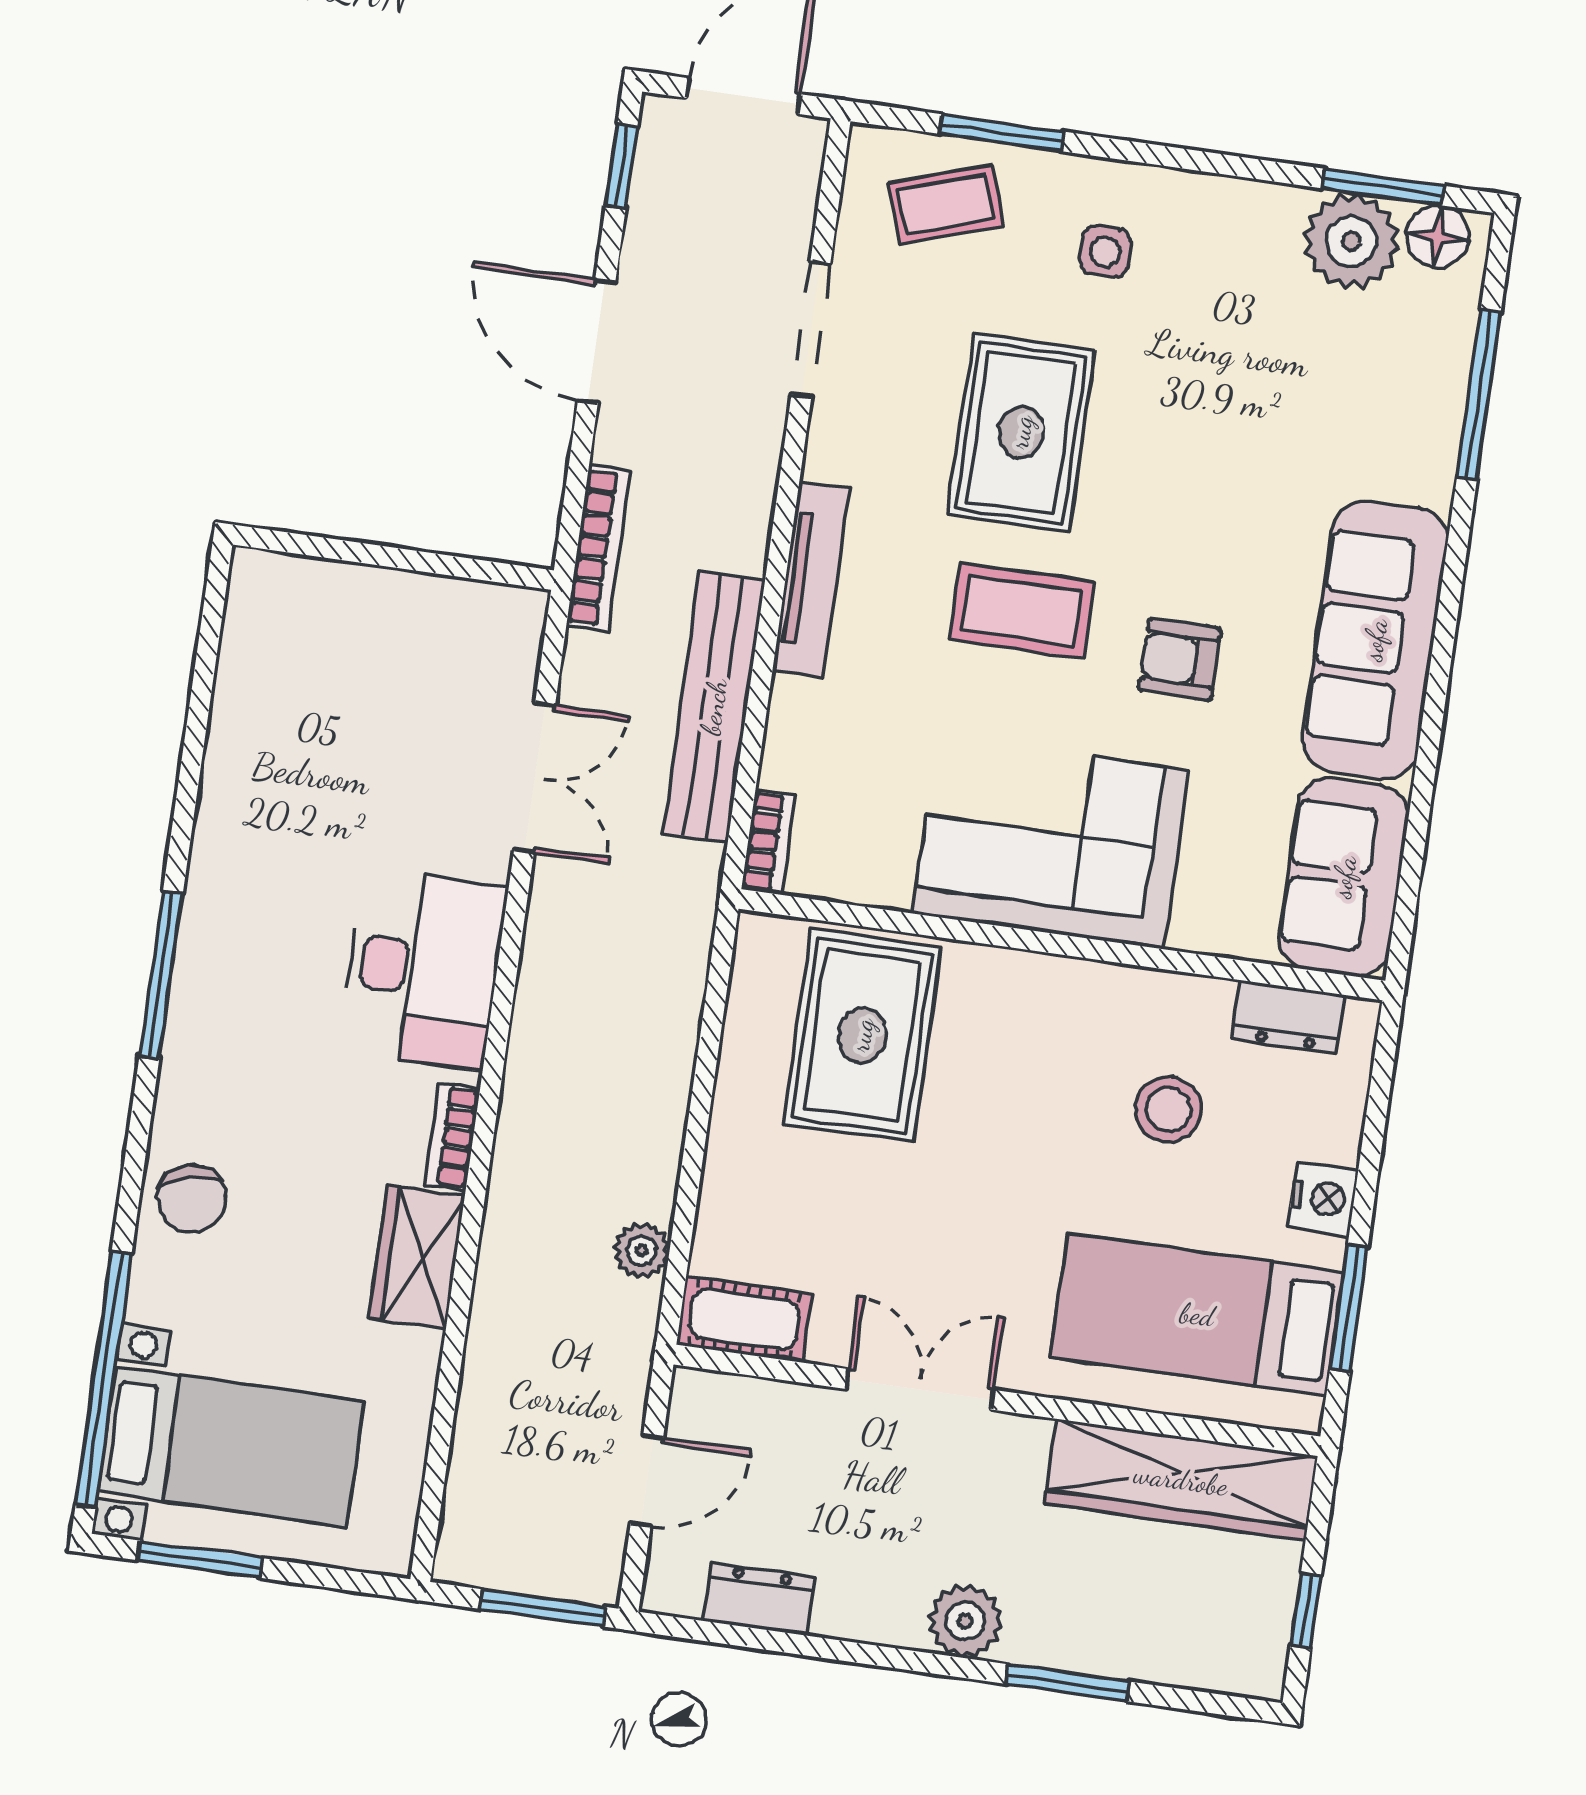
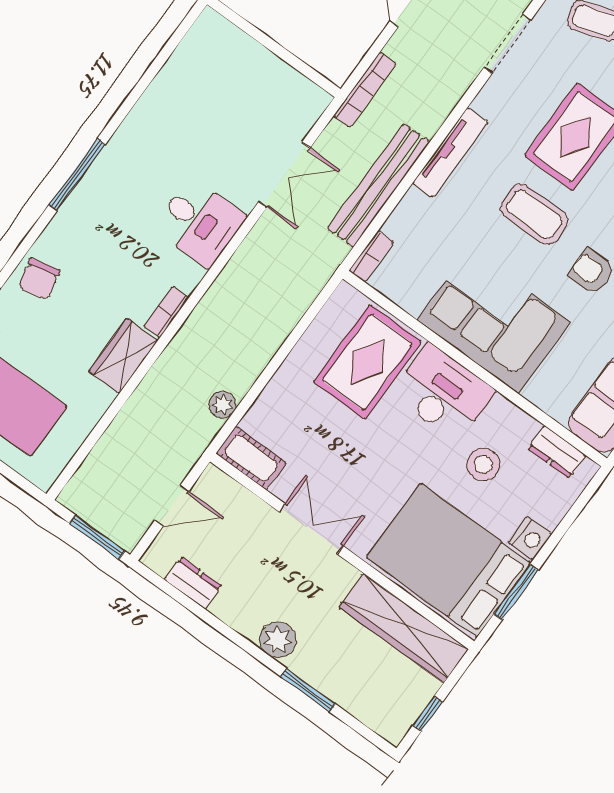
desk: (423, 969) -> (200, 222), width x0.73
desk: (1027, 1018) -> (443, 392), added
bed: (1197, 1315) -> (449, 560), width x1.50

